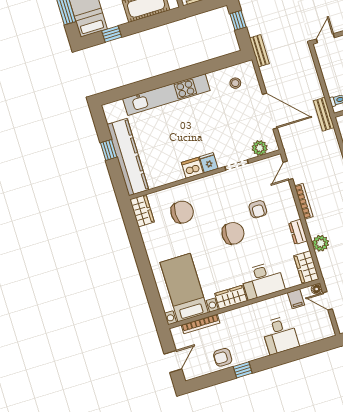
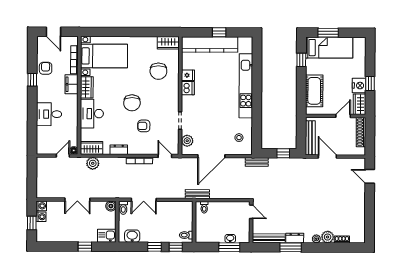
fridge: (209, 163) -> (188, 75), moved
plant: (321, 243) -> (93, 163), moved
filing cabinet: (296, 299) -> (71, 84), moved, width x2.00

